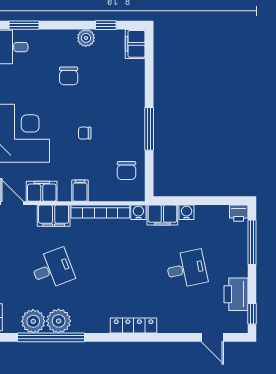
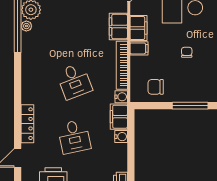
filing cabinet: (42, 191) -> (139, 28), moved
desk: (52, 269) -> (74, 81), moved
plant: (59, 321) -> (26, 26), width x0.53, depth x0.53
locker: (134, 326) -> (27, 124), moved

